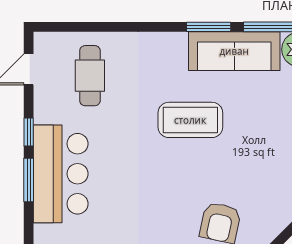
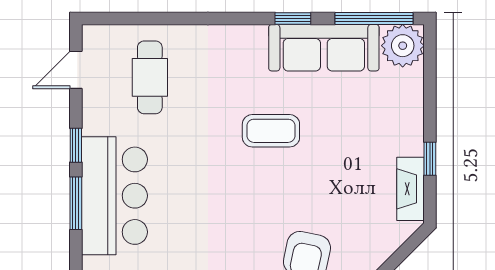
window: (209, 27) -> (293, 18), width x0.67
coffee table: (190, 120) -> (271, 131), width x0.73, depth x0.76

